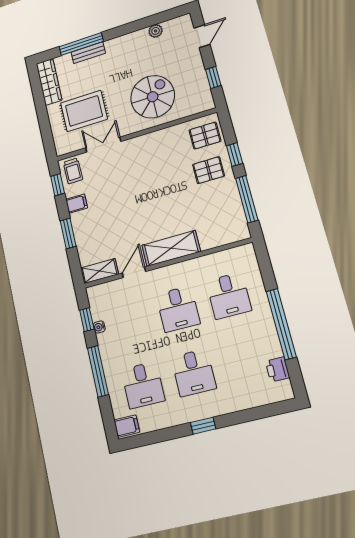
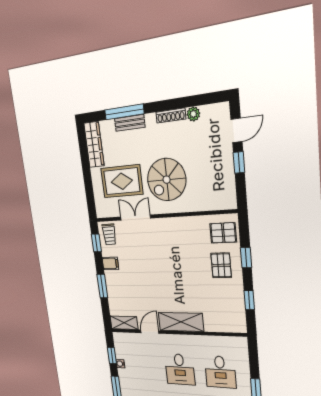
shoe rack: (132, 37) -> (171, 116), added
window: (213, 77) -> (239, 162), moved
spiral stairs: (153, 97) -> (167, 180), moved, turned 180
pallet: (209, 170) -> (221, 265), turned 90
window: (247, 199) -> (249, 300), width x0.46

